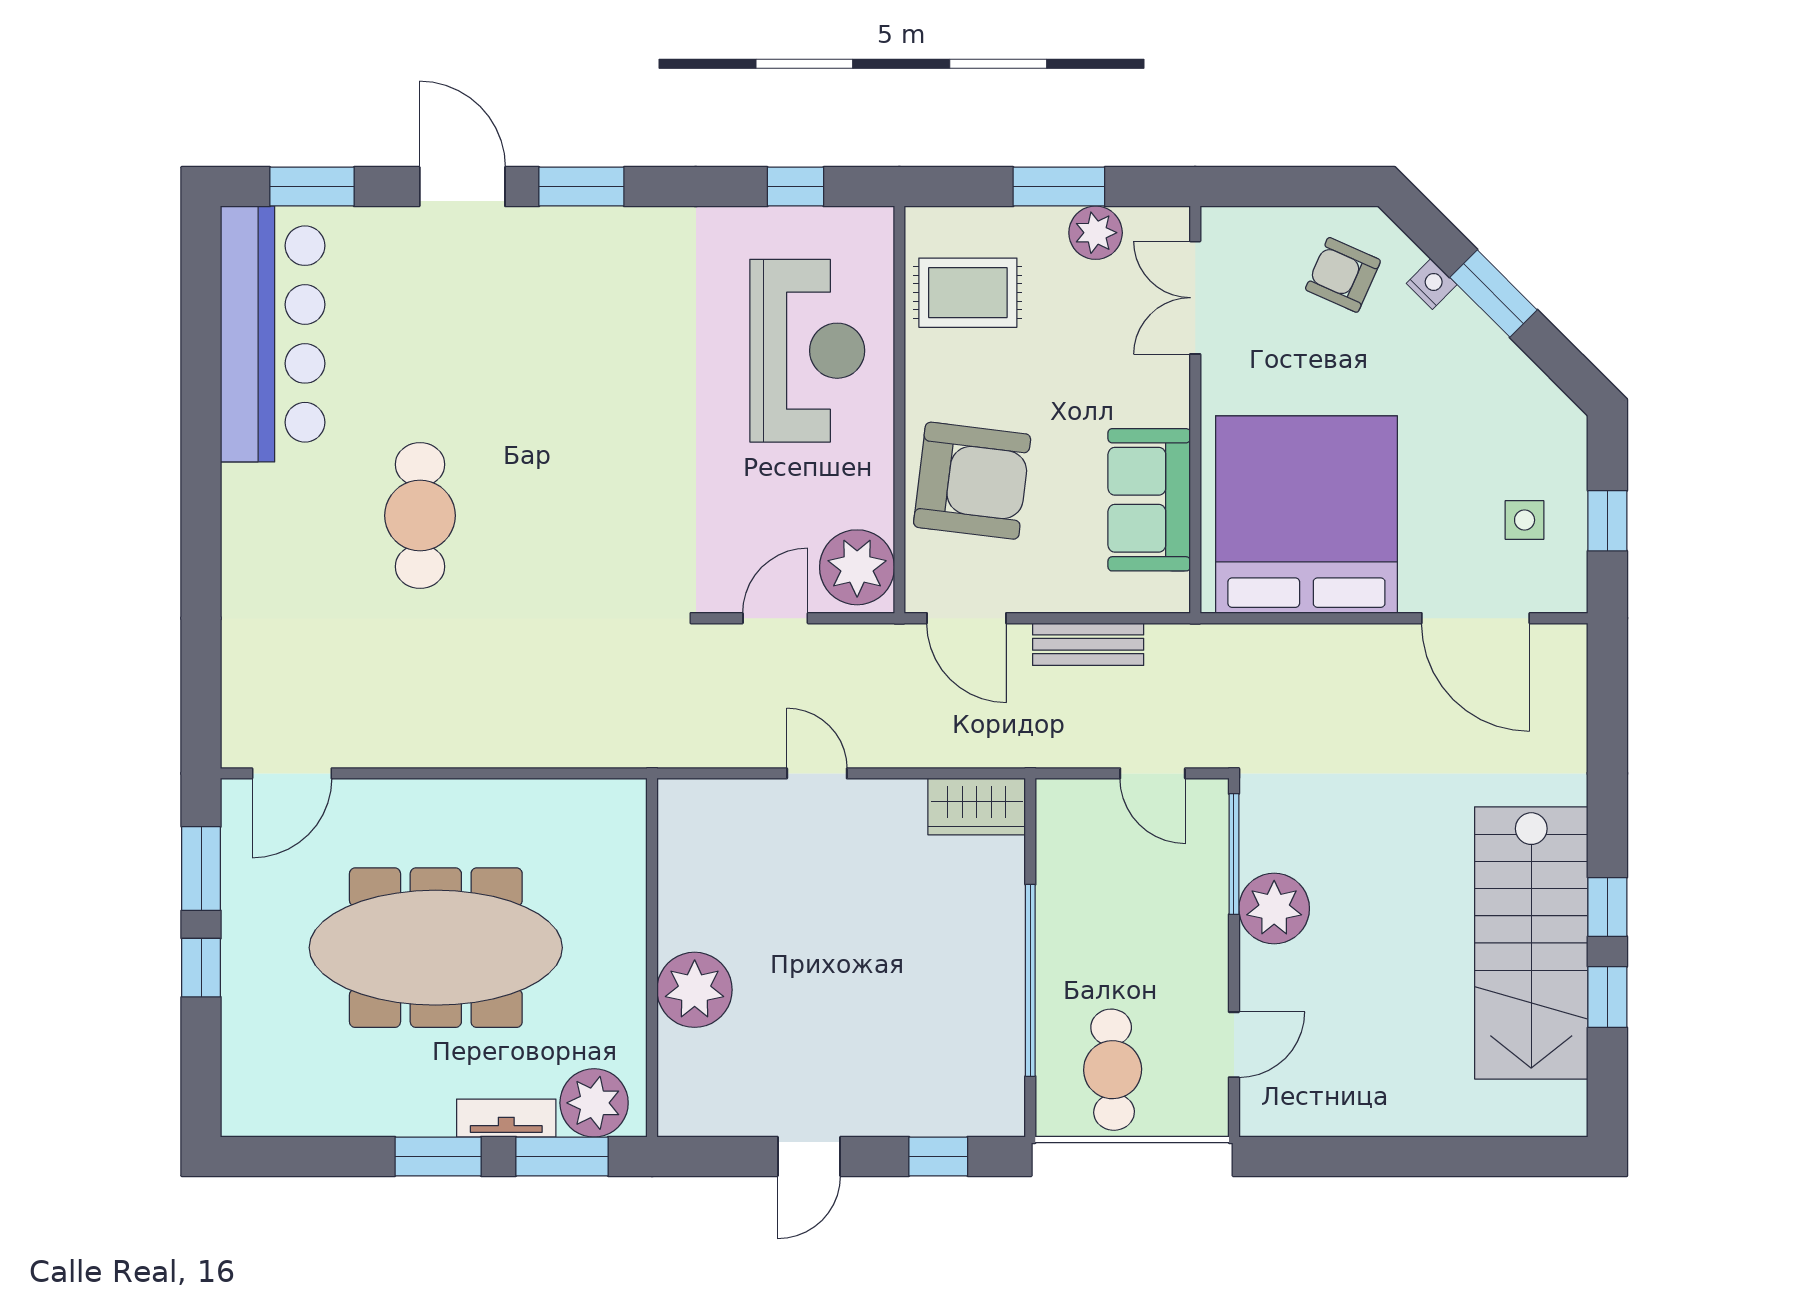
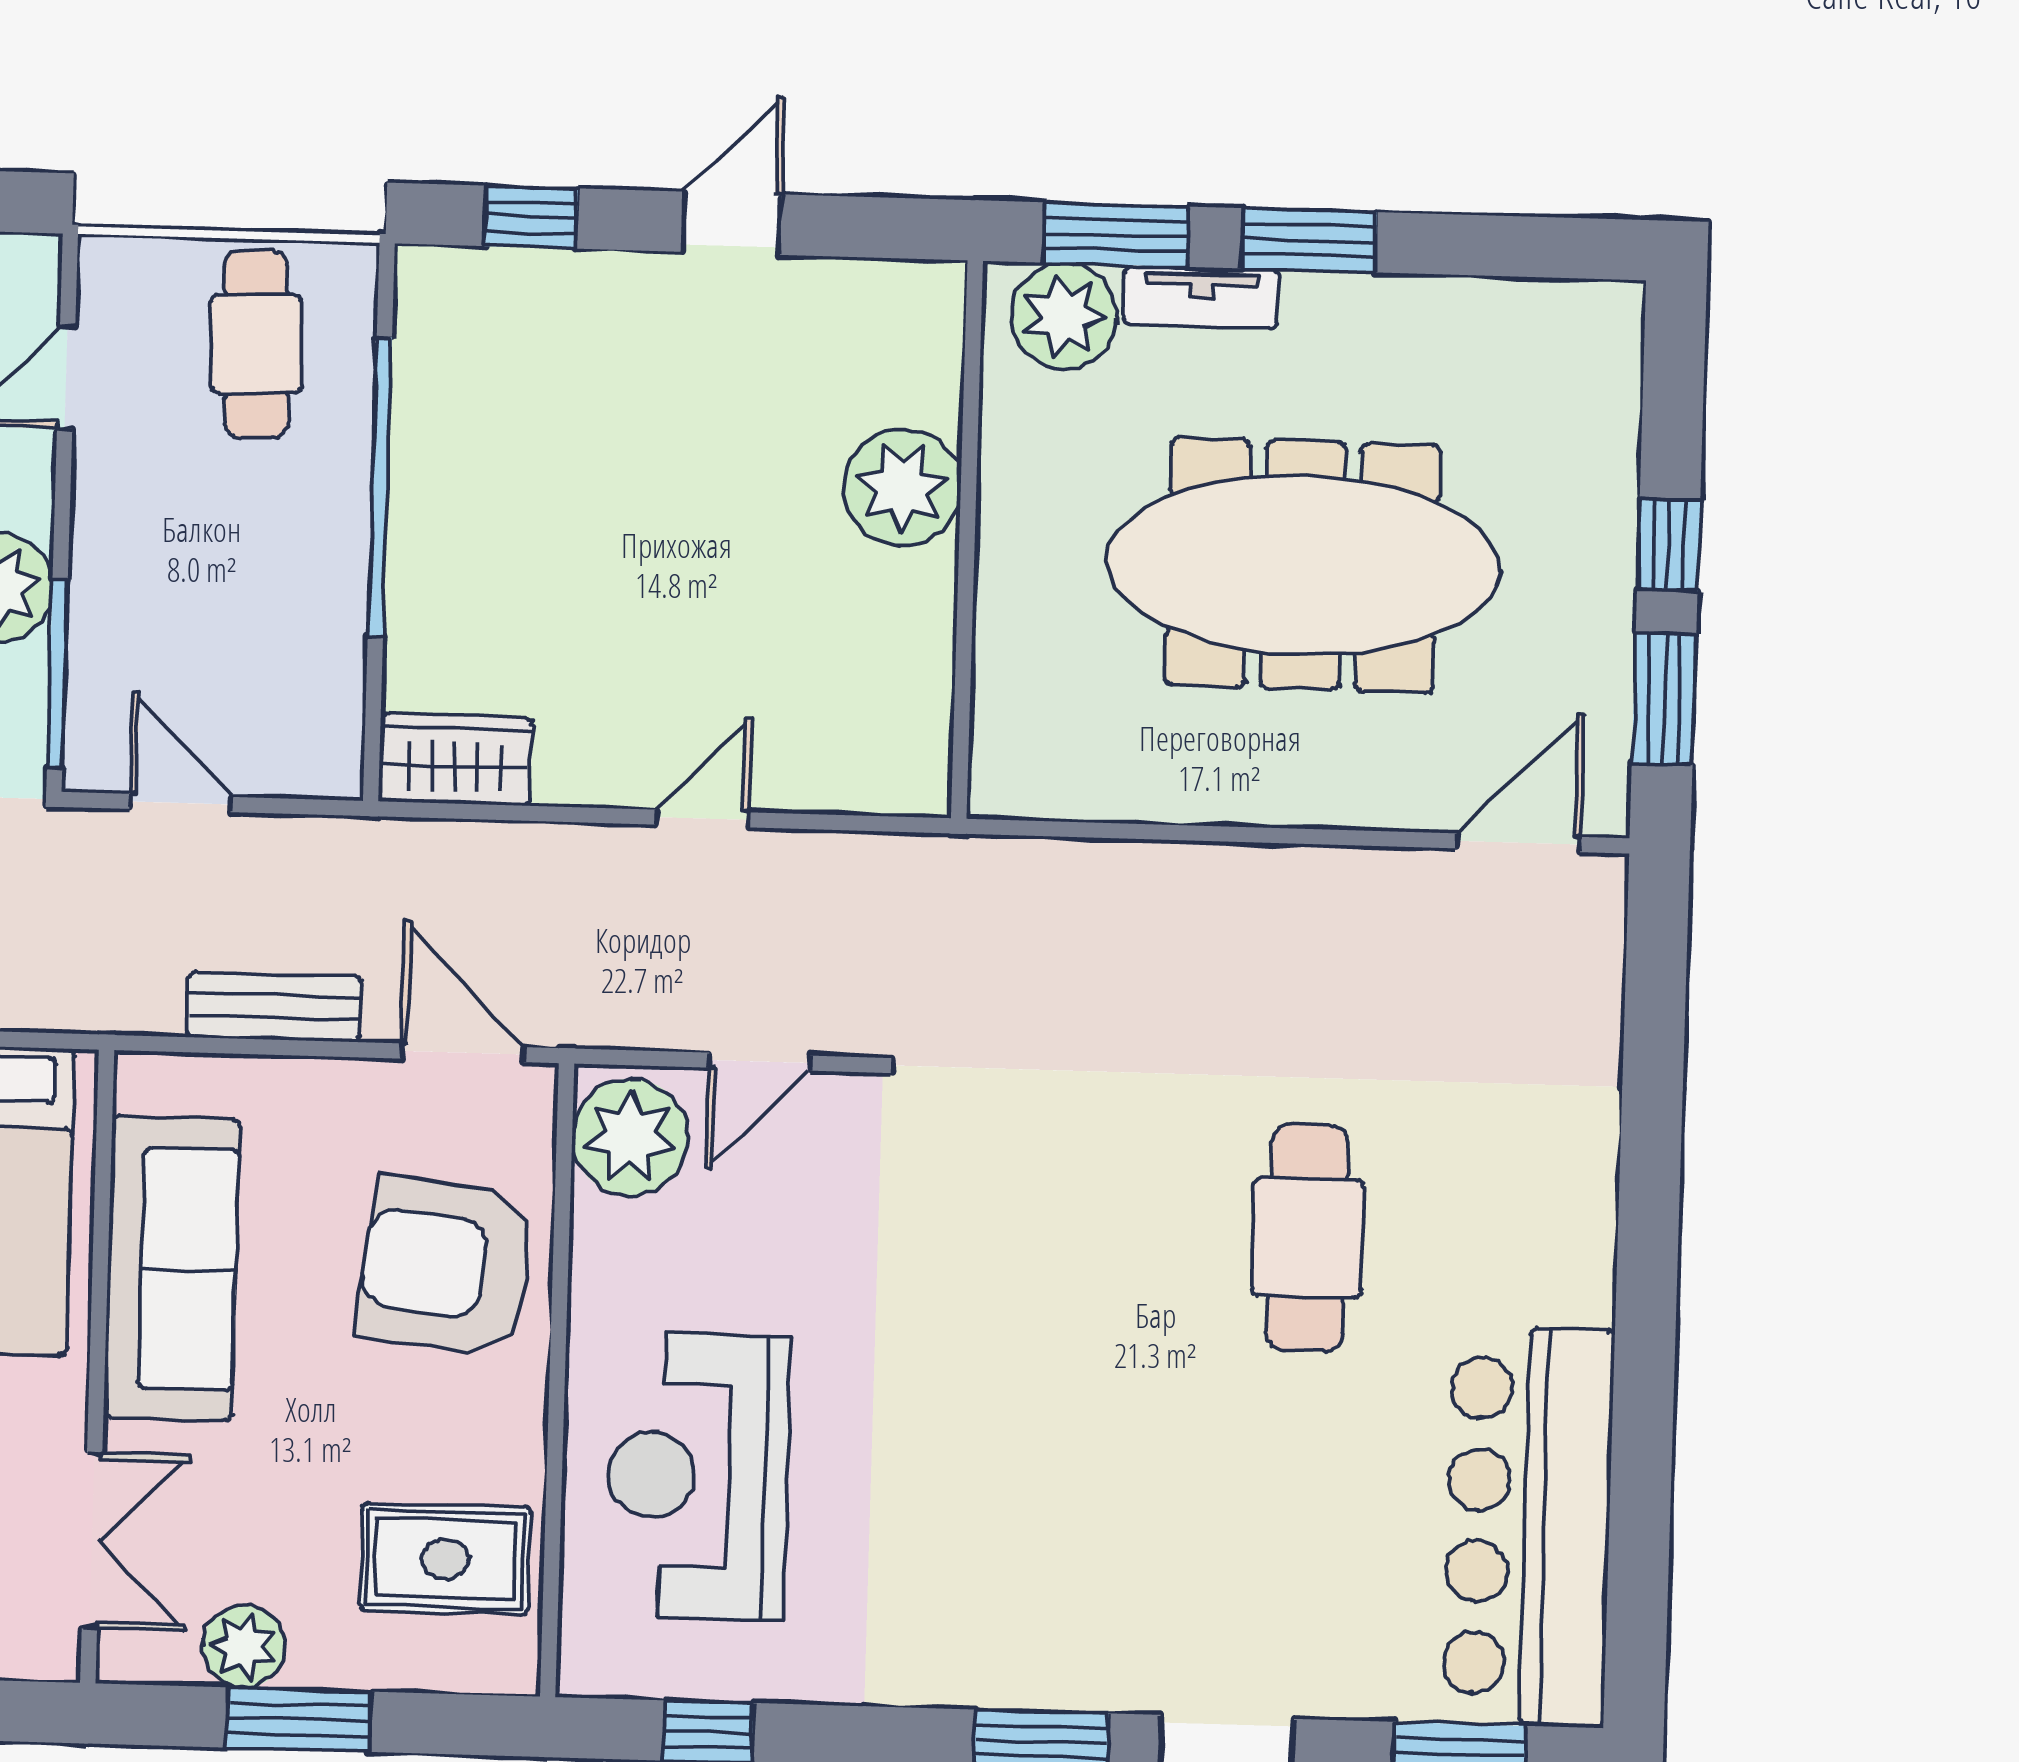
sofa: (1149, 500) -> (172, 1268), width x1.36
door: (817, 773) -> (702, 818), swing flipped

